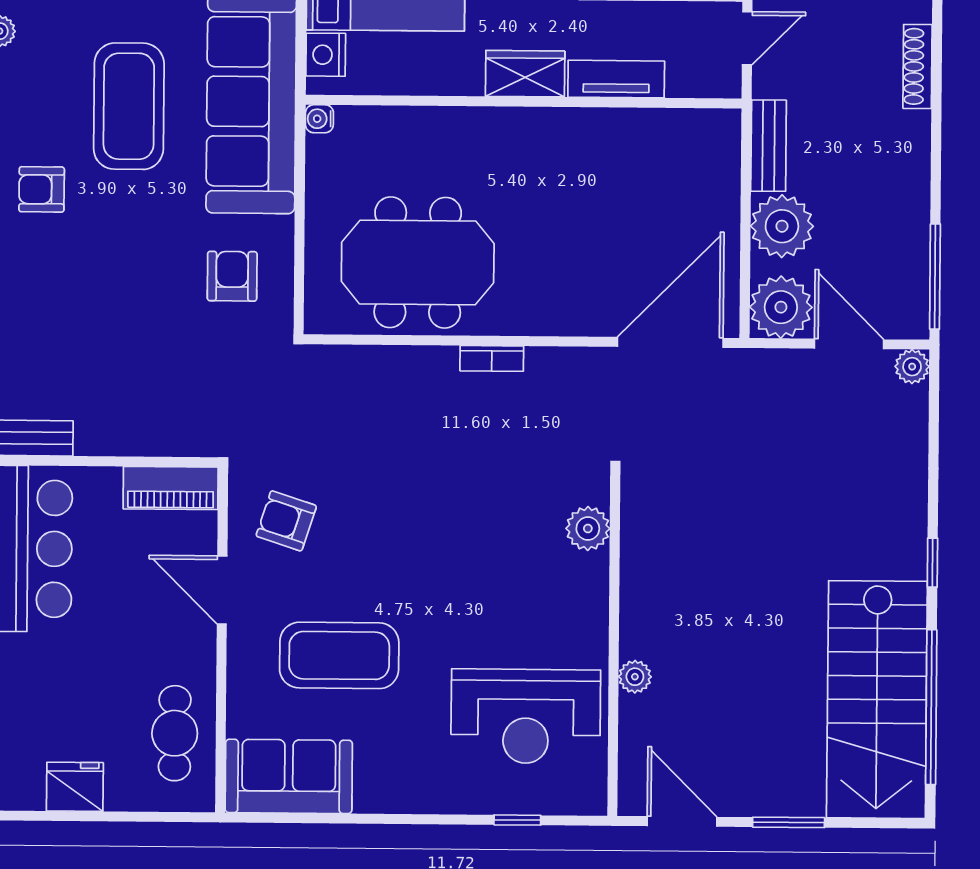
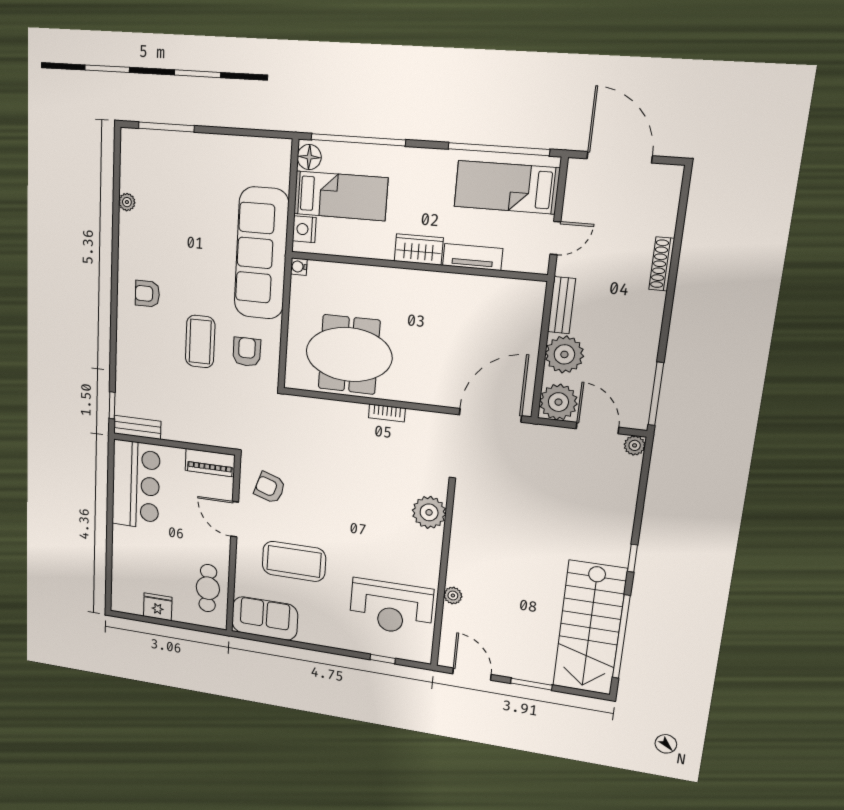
coffee table: (129, 106) -> (200, 342), moved, width x0.73, depth x0.76
plant: (588, 529) -> (429, 512), width x1.36, depth x1.36

